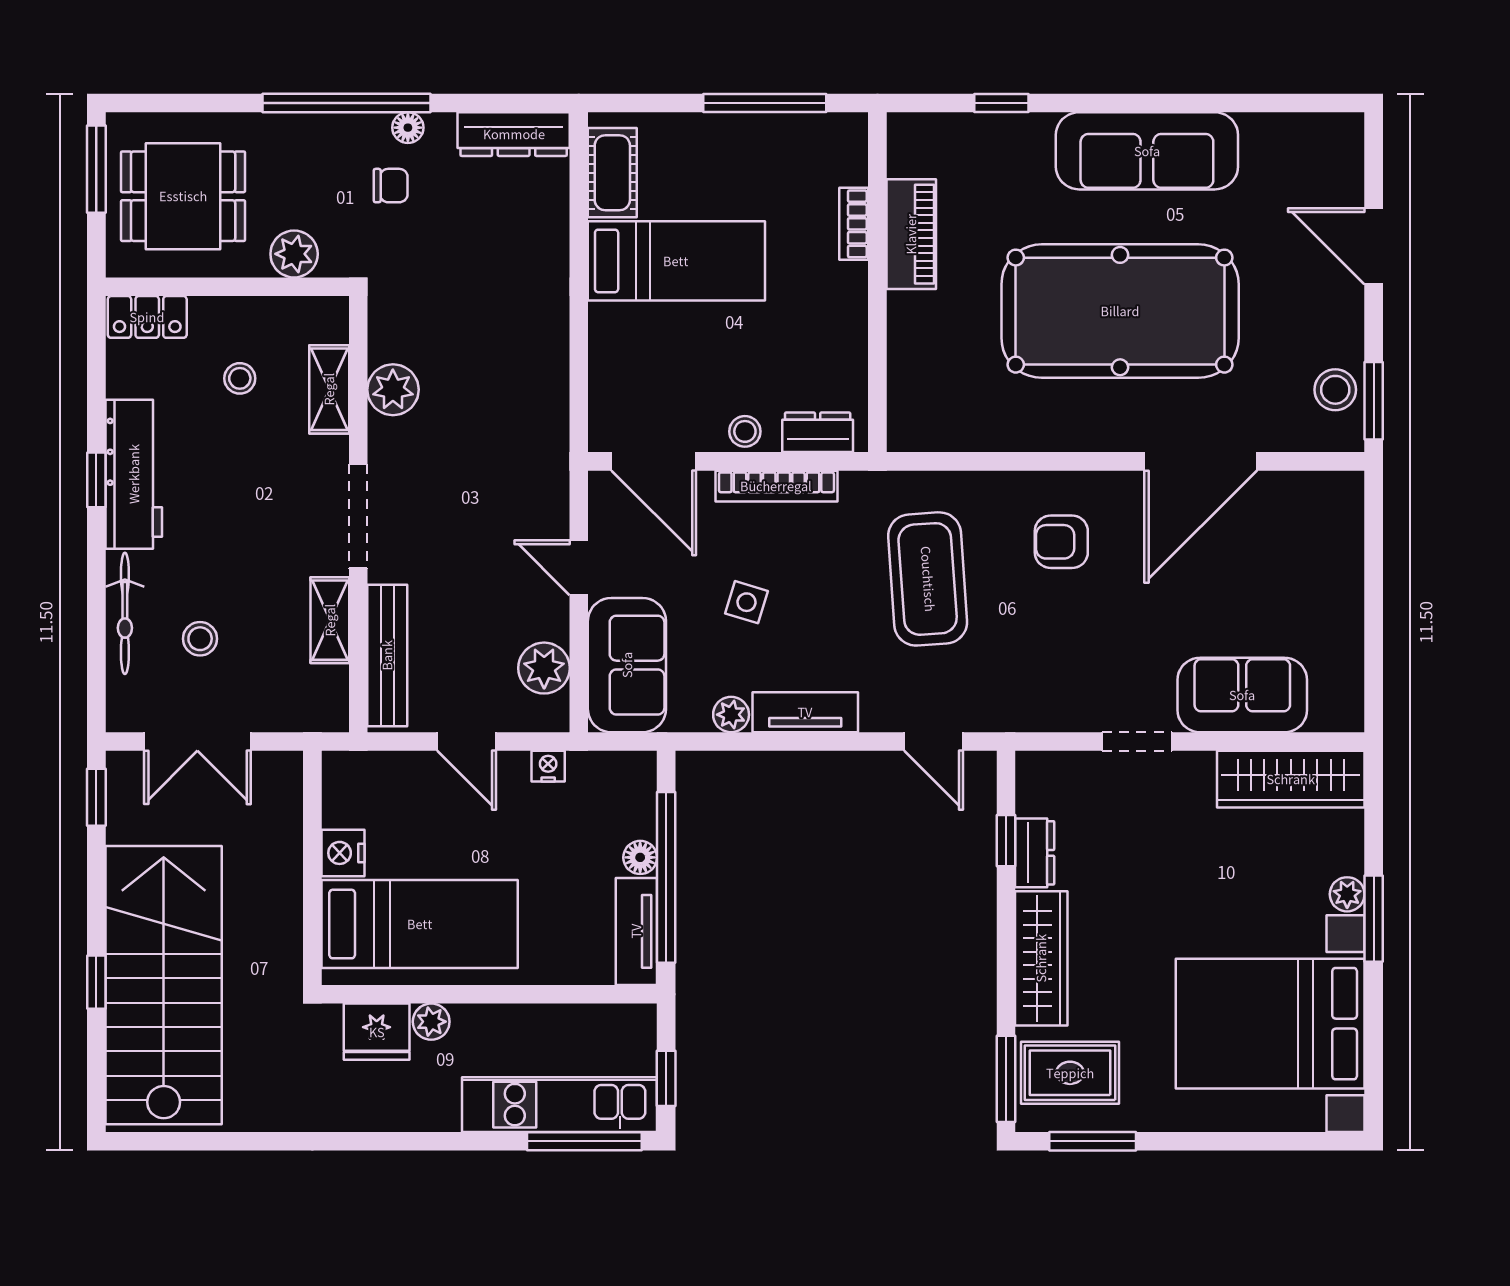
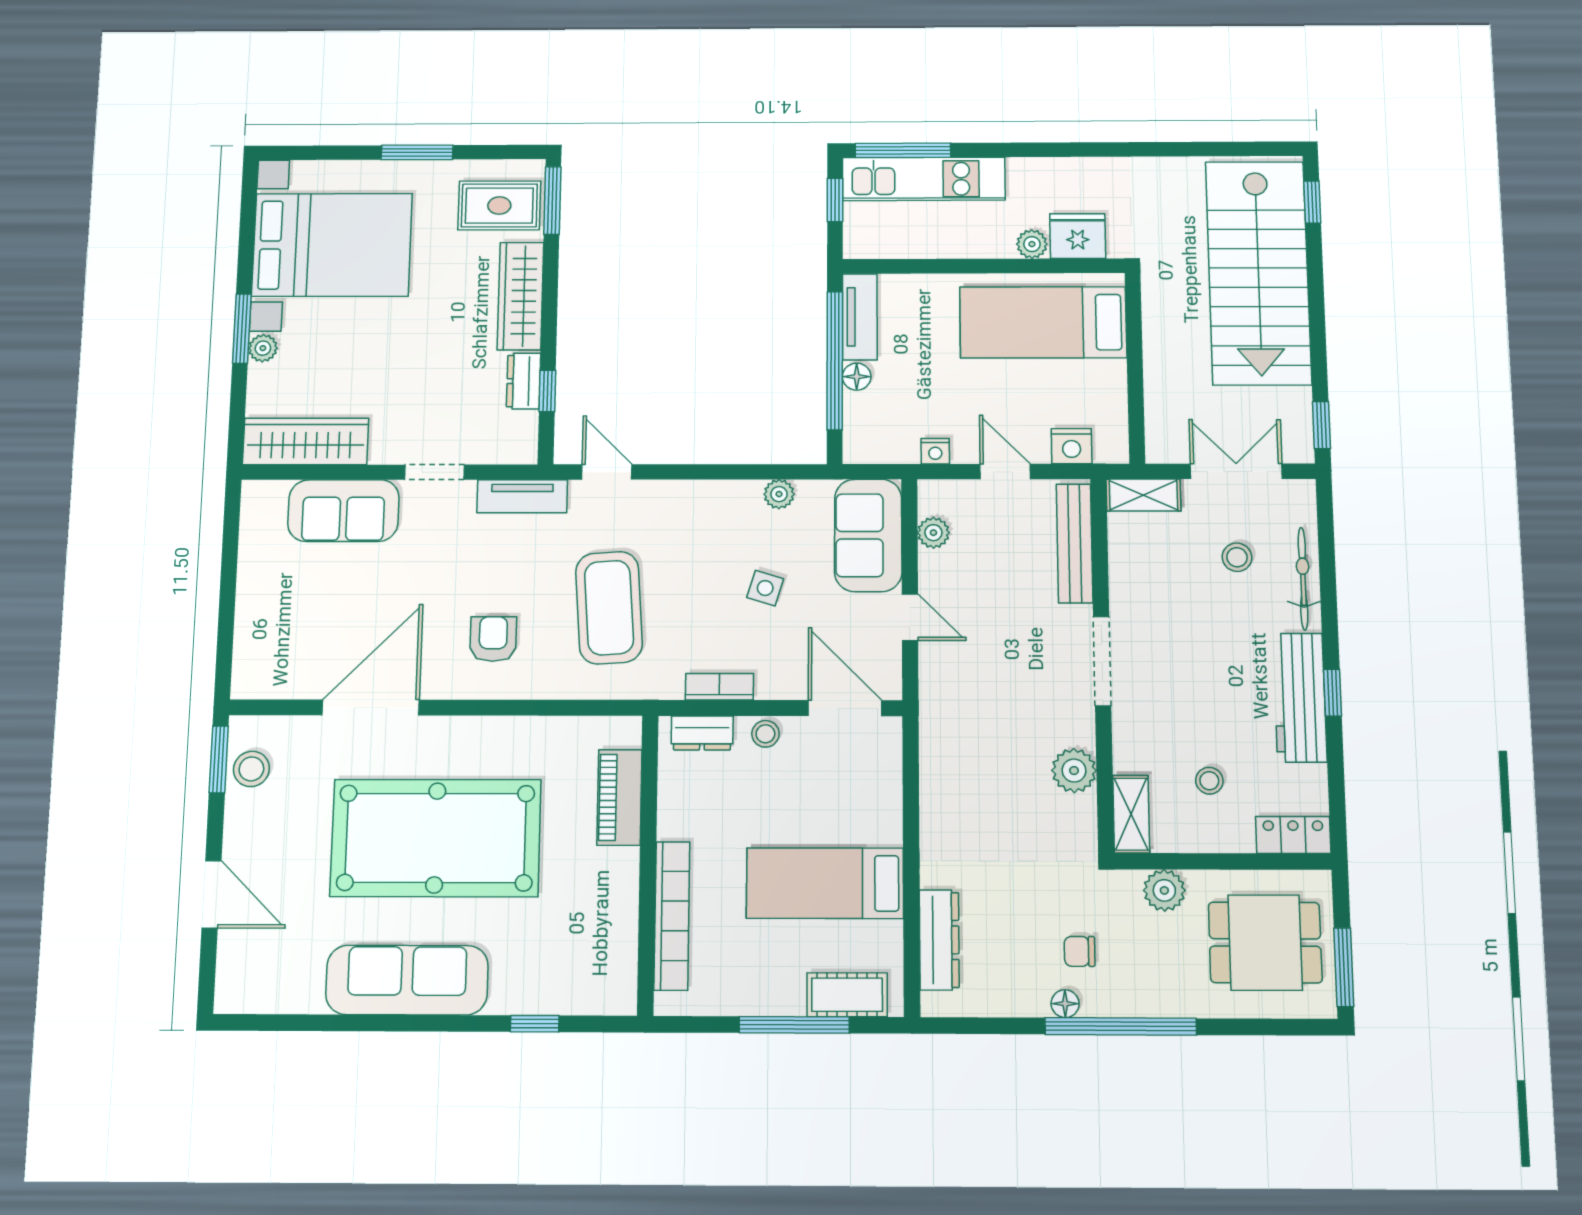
window: (765, 103) -> (794, 1025), moved
dresser: (514, 134) -> (939, 940), moved, turned 90
cot: (612, 173) -> (847, 995), moved, turned 90
bookcase: (854, 224) -> (672, 916), width x2.31, depth x1.31
piano: (911, 234) -> (619, 797), moved
shelving: (329, 389) -> (1131, 814), moved
bookcase: (776, 486) -> (719, 687), width x0.64
armchair: (1061, 542) -> (493, 639), turned -90
shelving: (330, 620) -> (1143, 495), moved, turned 90
plant: (544, 668) -> (933, 533), width x0.73, depth x0.73
tv unit: (805, 712) -> (522, 496), moved
nightstand: (343, 853) -> (1072, 446), moved, turned 90
window: (96, 982) -> (1312, 202), moved
window: (1093, 1141) -> (417, 152), moved

